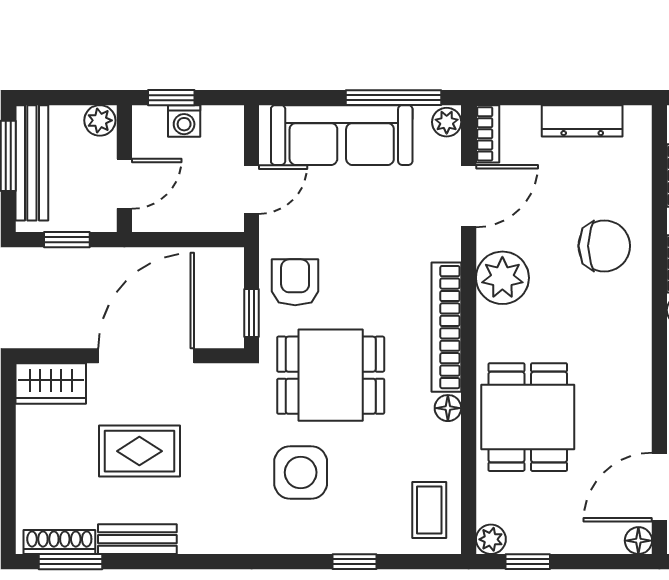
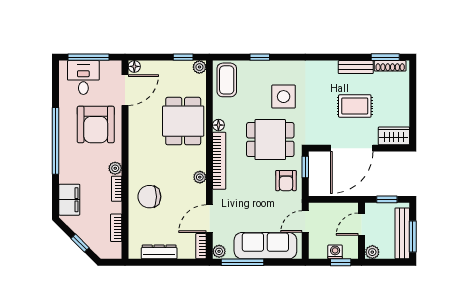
plant: (502, 278) -> (200, 177), width x0.53, depth x0.53
coffee table: (429, 510) -> (227, 80), width x1.36, depth x1.30

